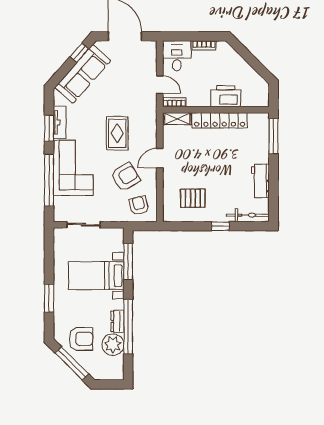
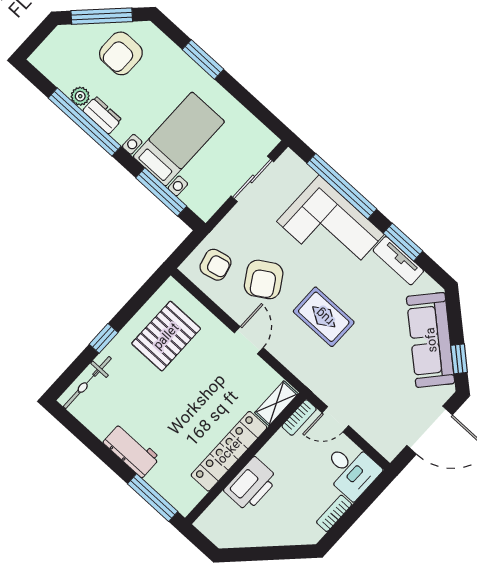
workbench: (260, 181) -> (131, 450), moved
pallet: (193, 198) -> (166, 336), width x1.50, depth x1.42
plant: (113, 345) -> (80, 96), width x0.53, depth x0.53

